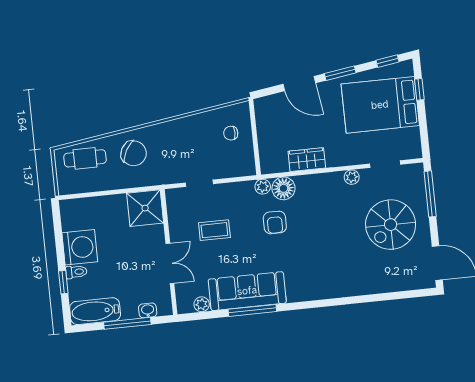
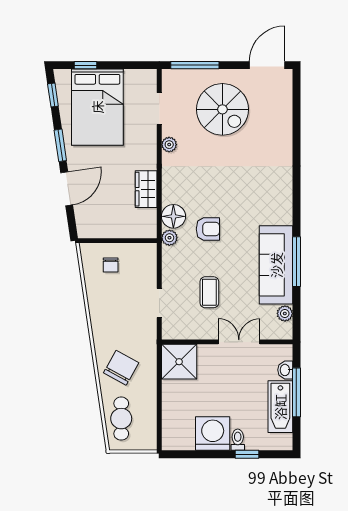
bathtub: (95, 311) -> (280, 407), moved

